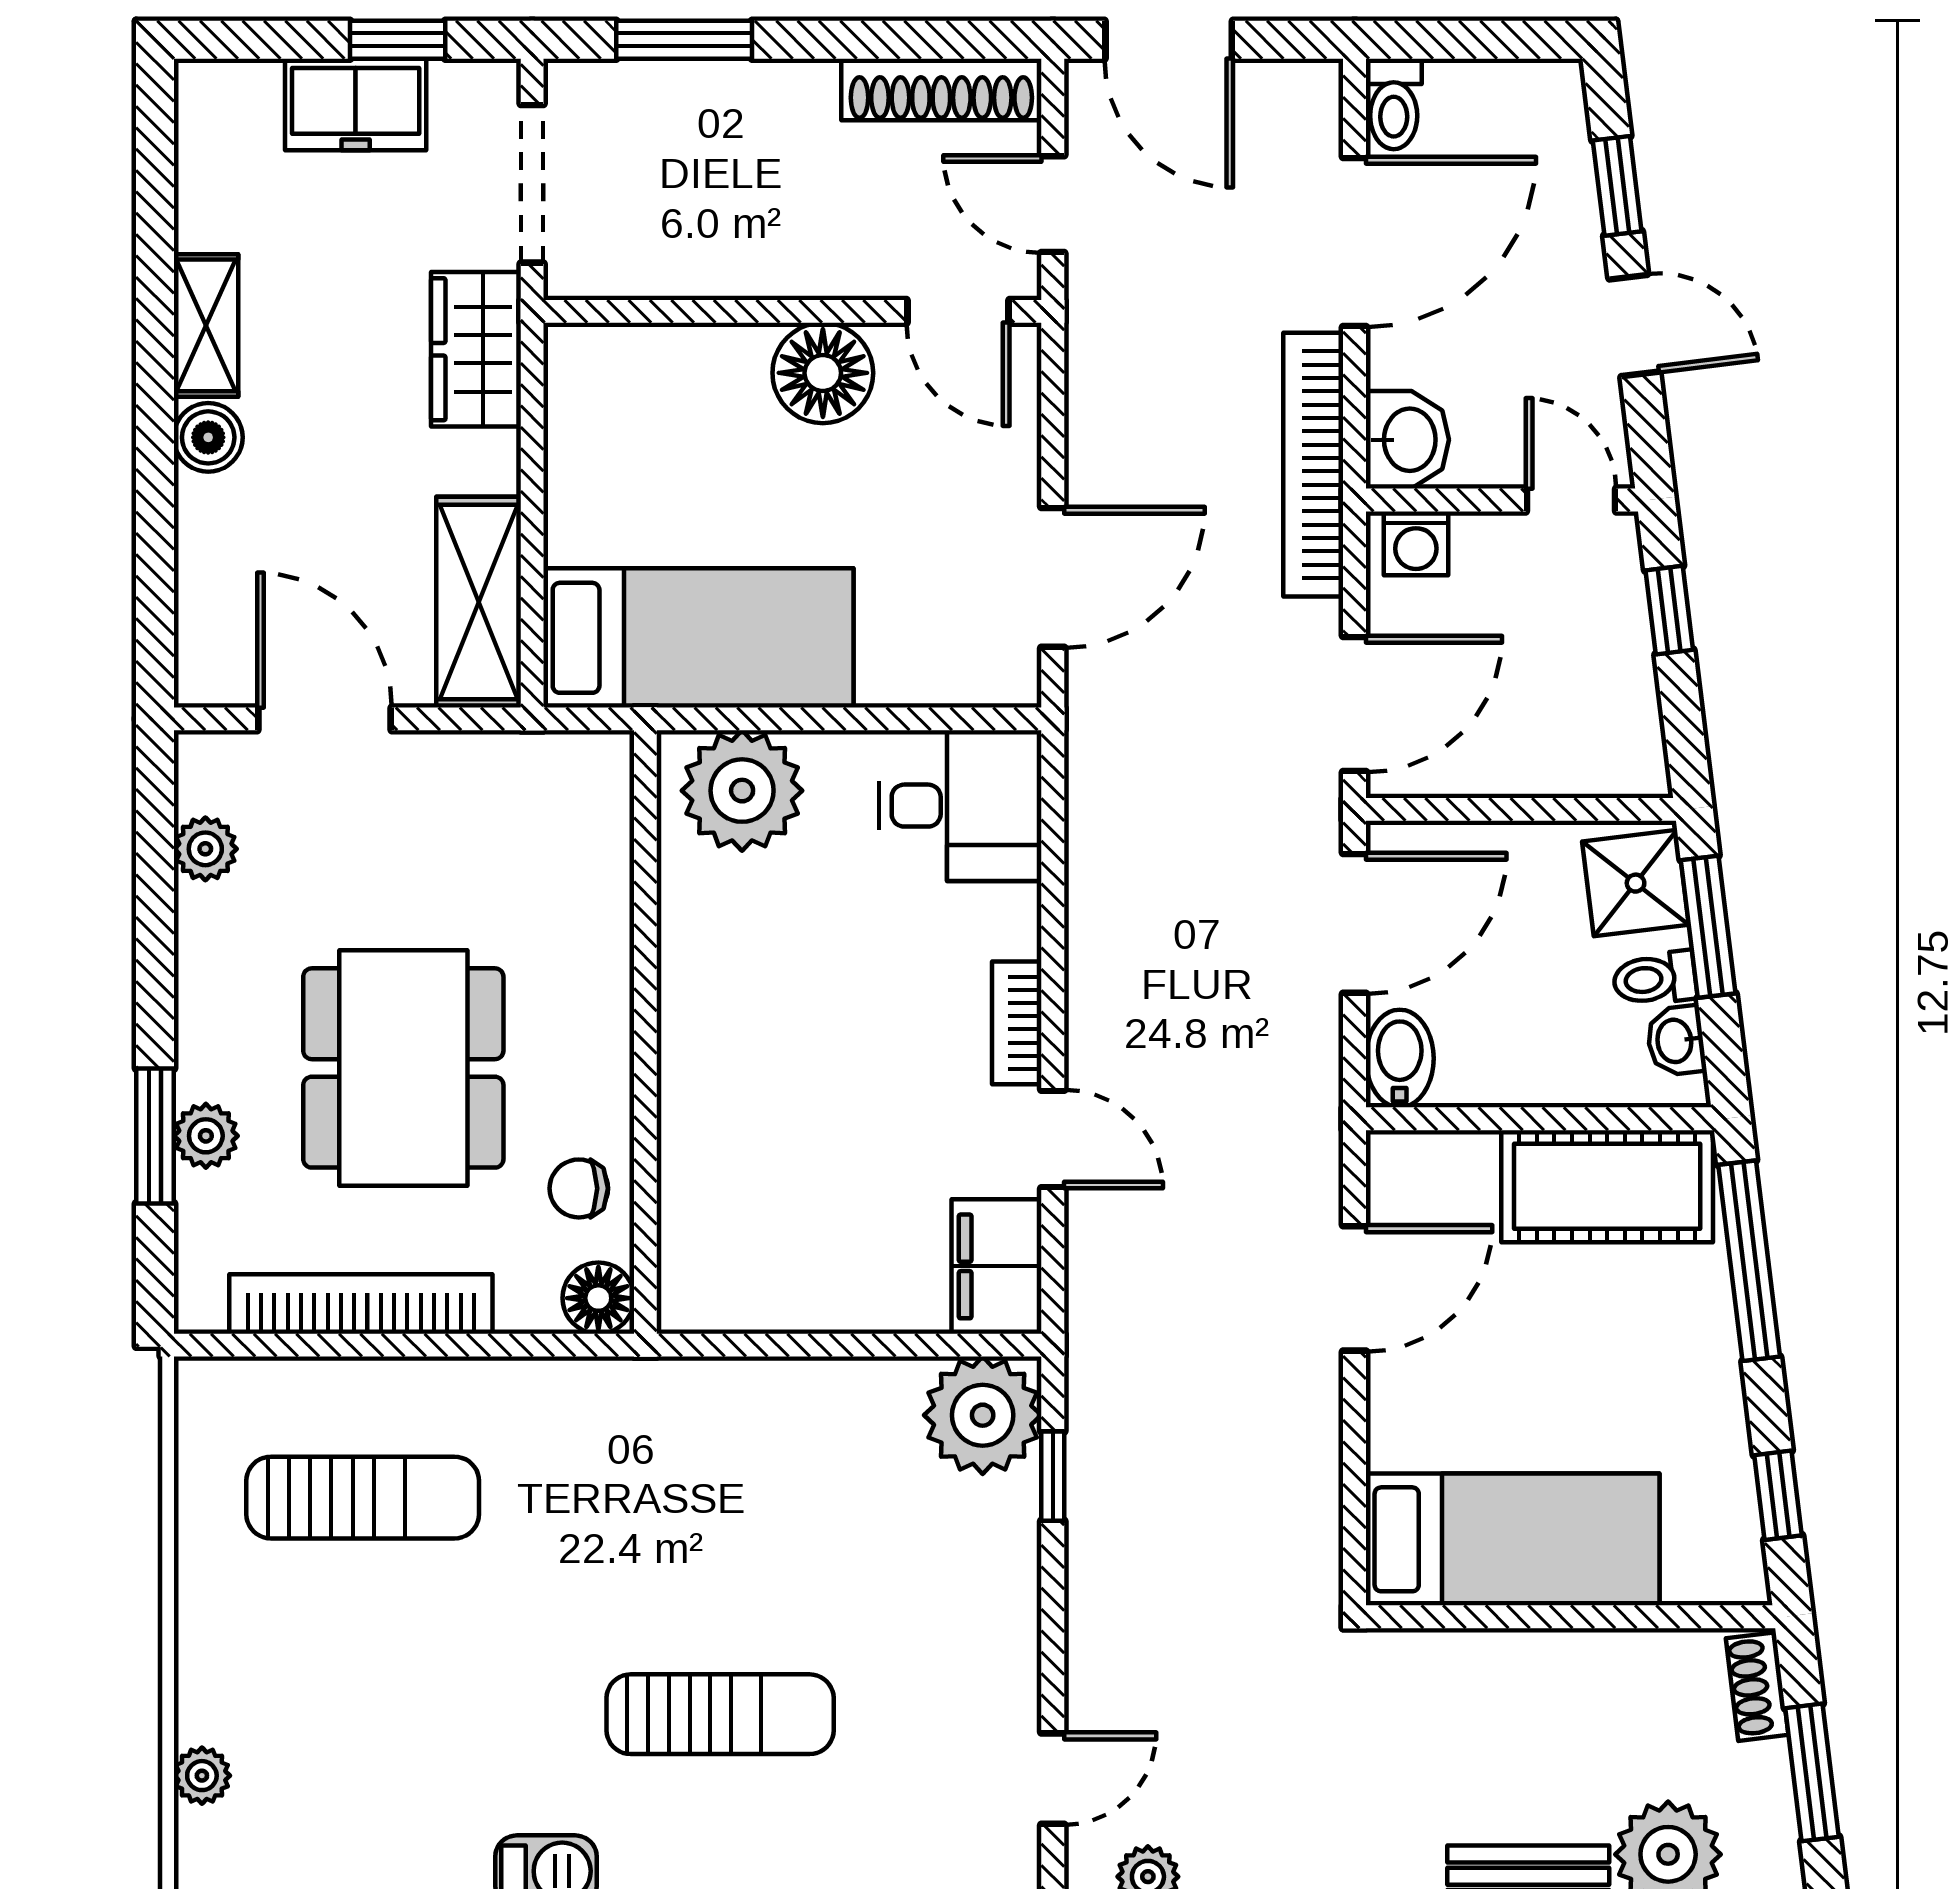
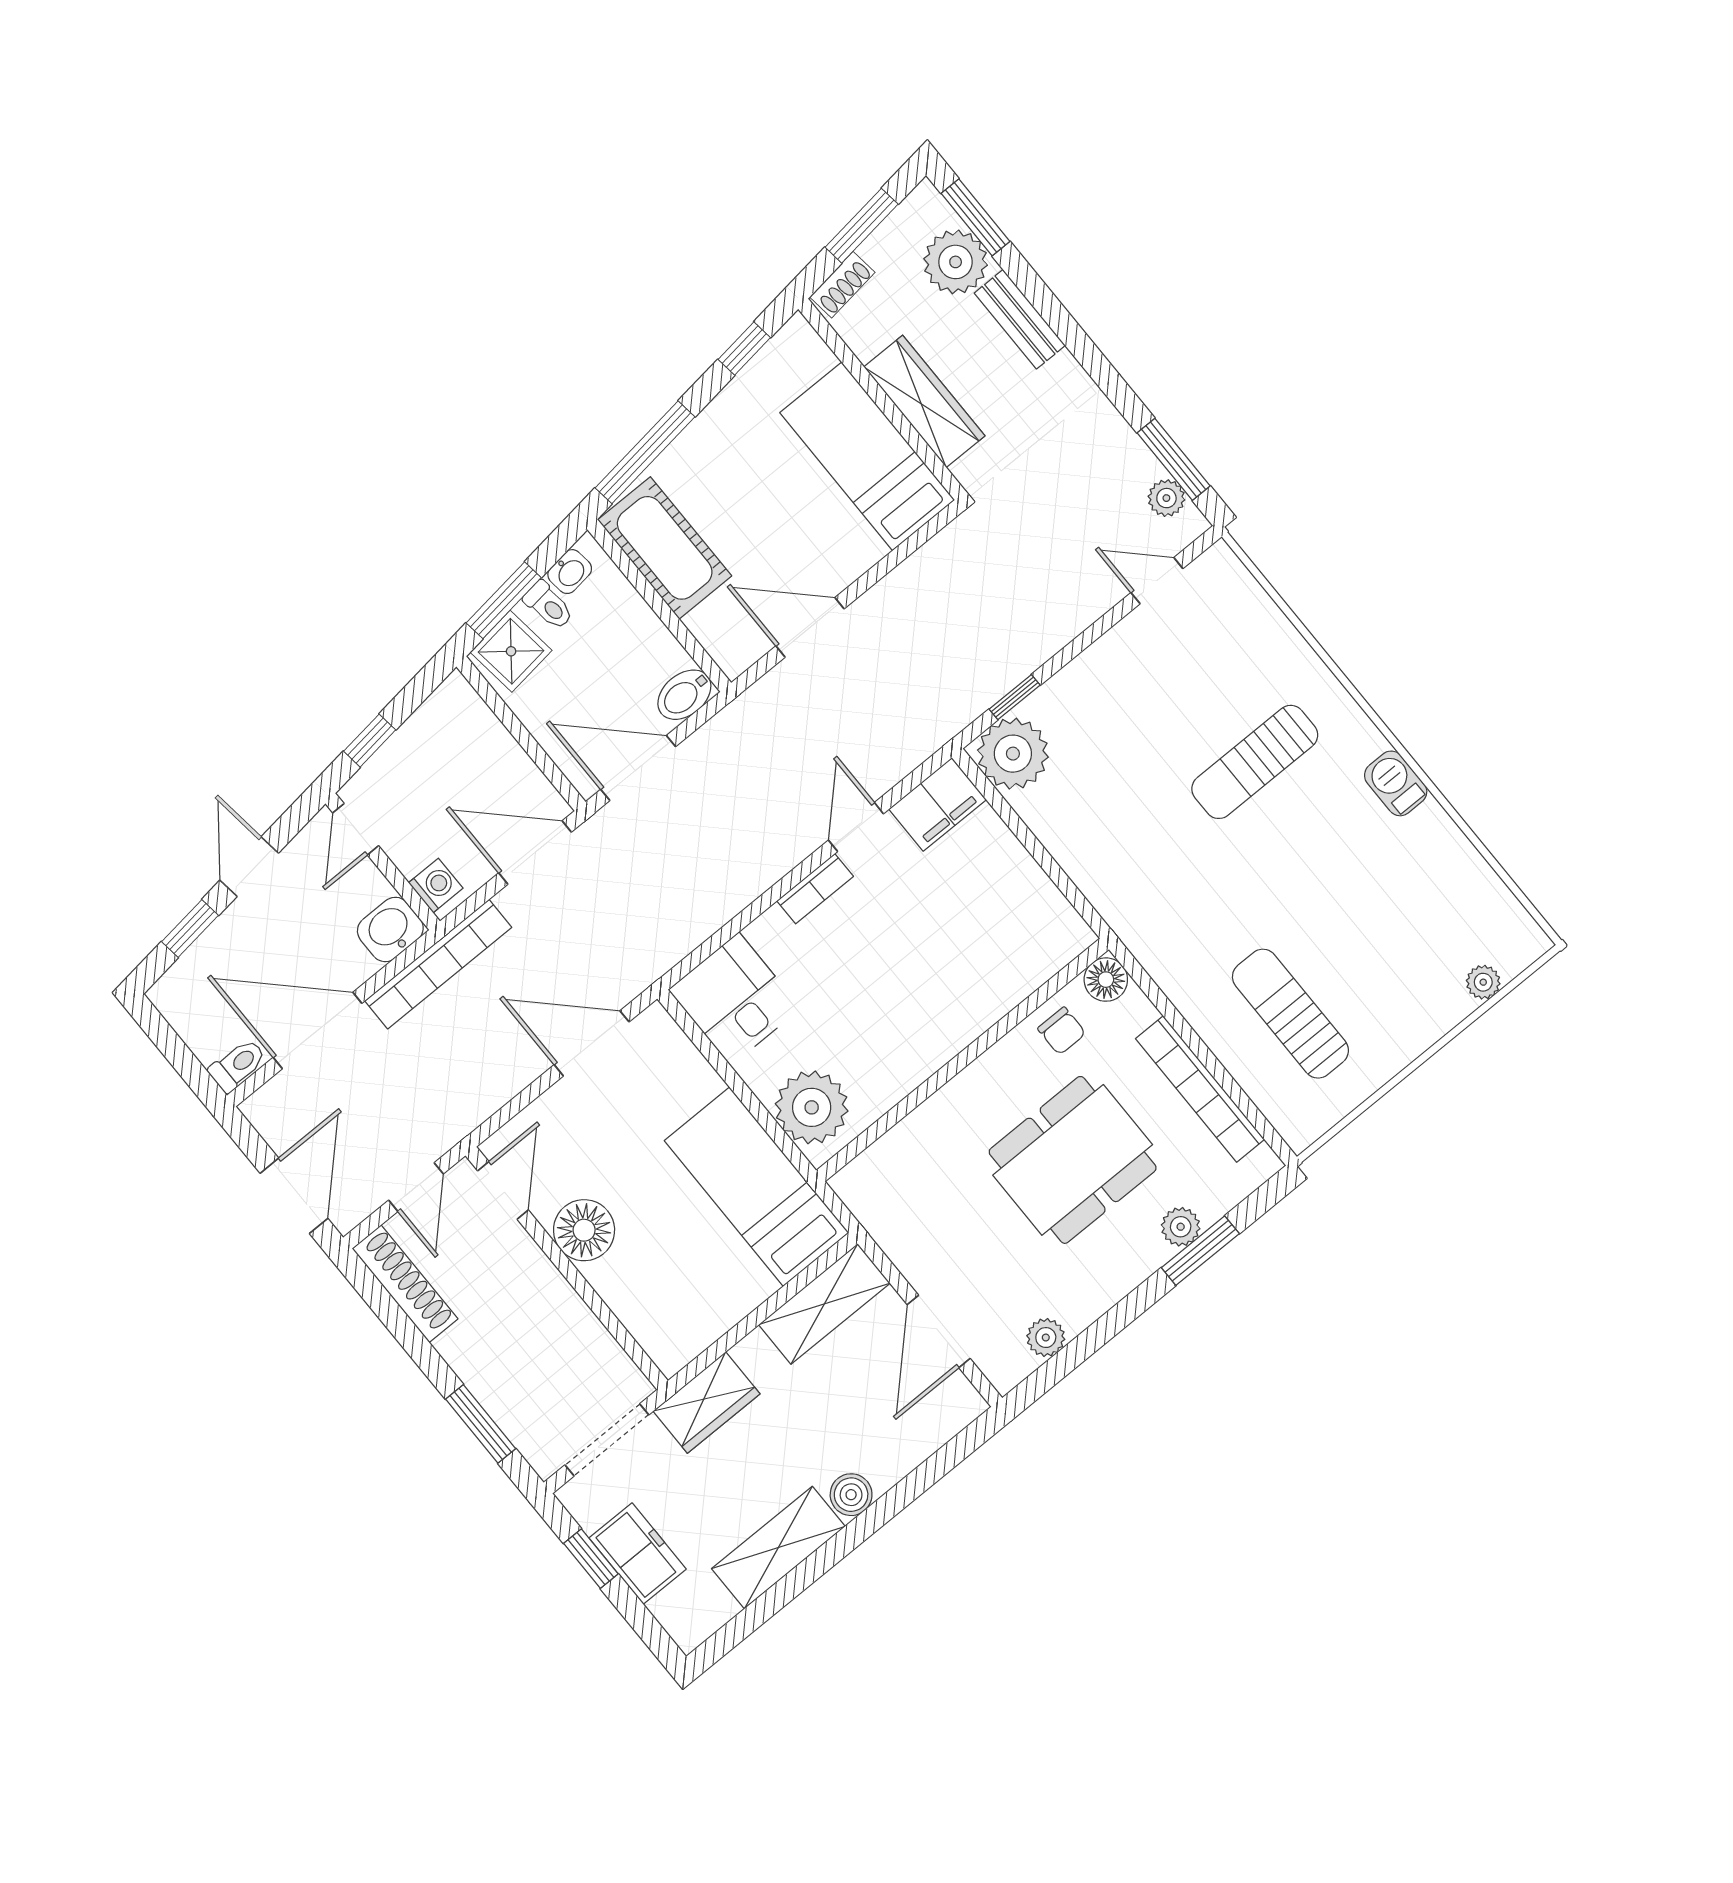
shelving: (206, 325) -> (778, 1548), width x1.50, depth x1.33
wardrobe: (1523, 1669) -> (924, 401), added
sun lounger: (720, 1714) -> (1255, 762), turned -90

